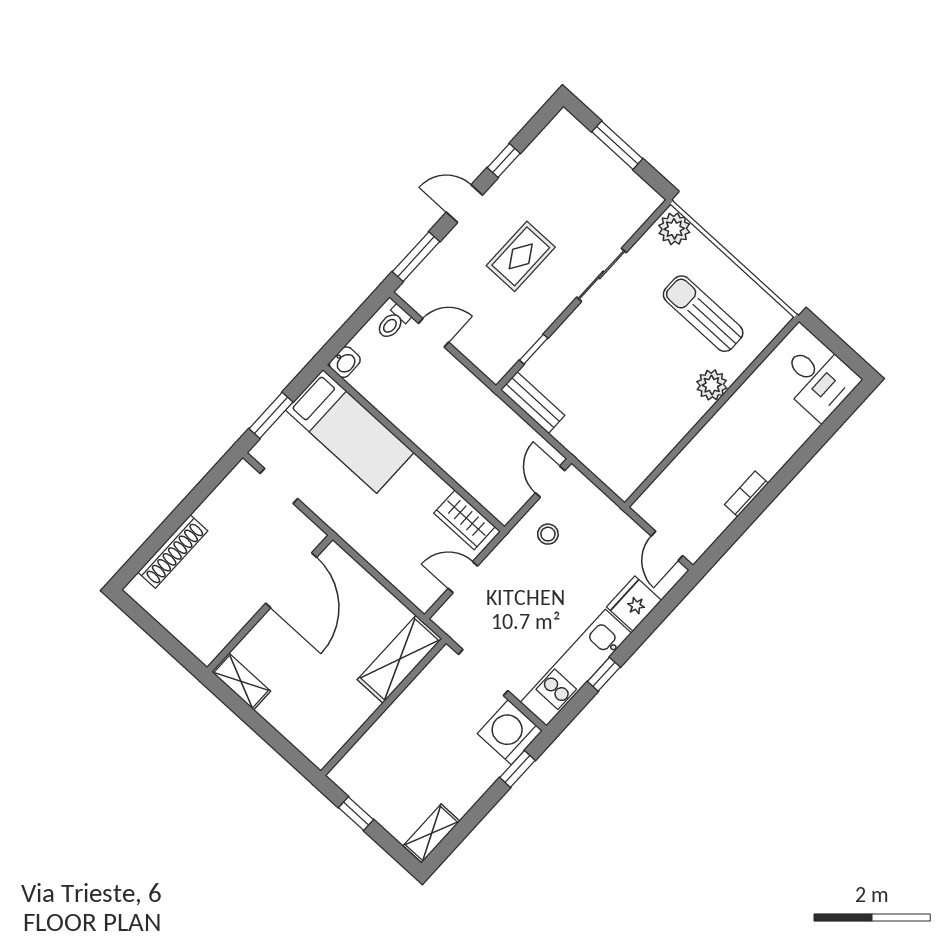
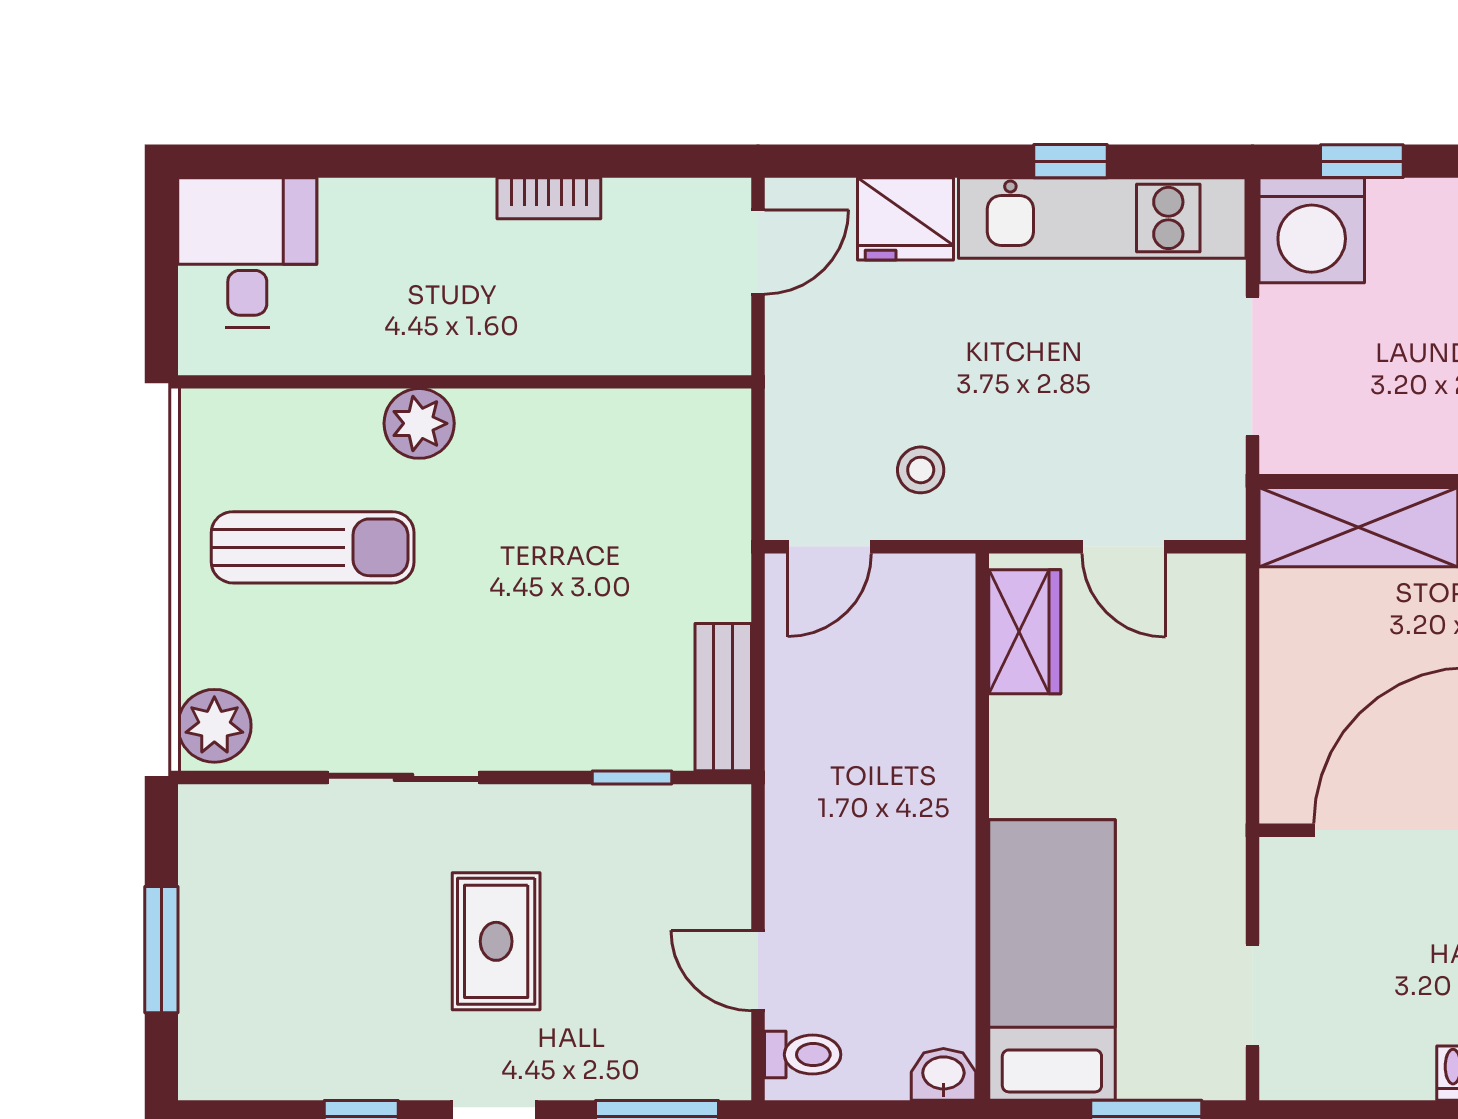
rug: (521, 256) -> (496, 941), turned 90
sun lounger: (703, 314) -> (313, 547), turned -90

